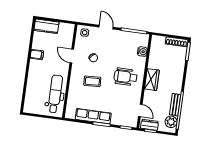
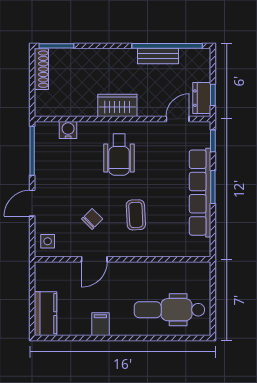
dental chair: (55, 94) -> (169, 310), moved
row of seats: (93, 116) -> (200, 193), width x1.36
plant: (171, 122) -> (191, 59), removed

